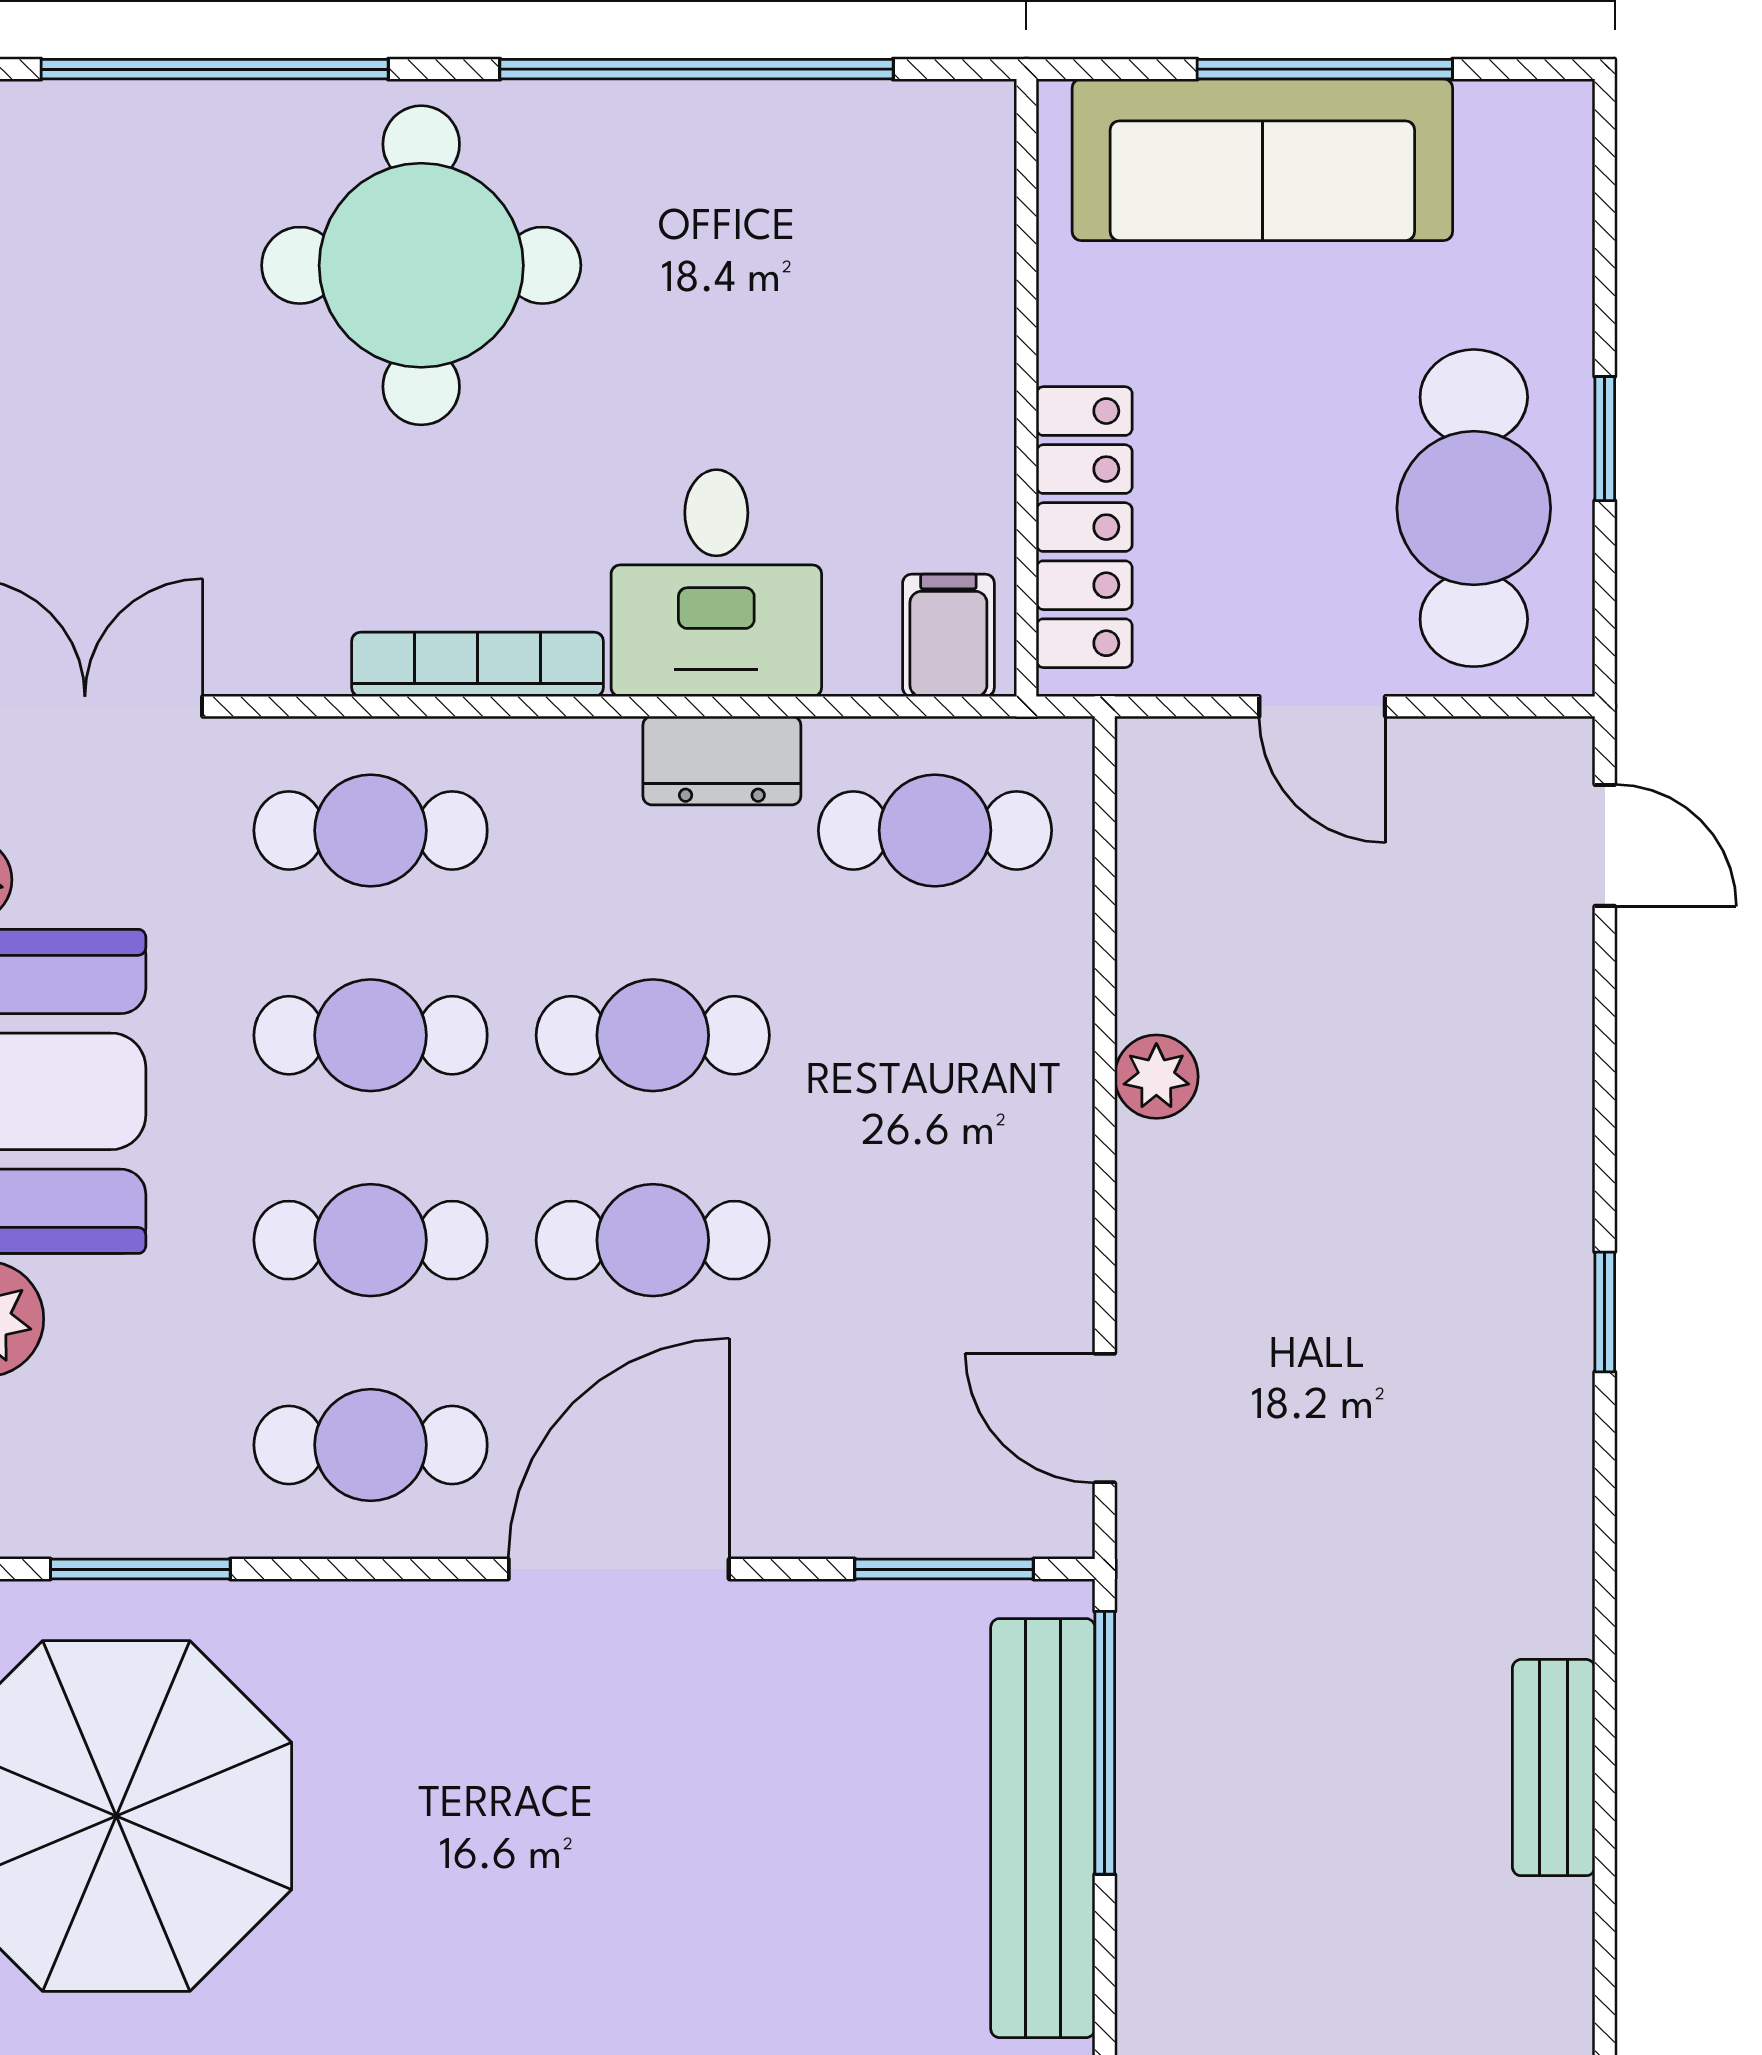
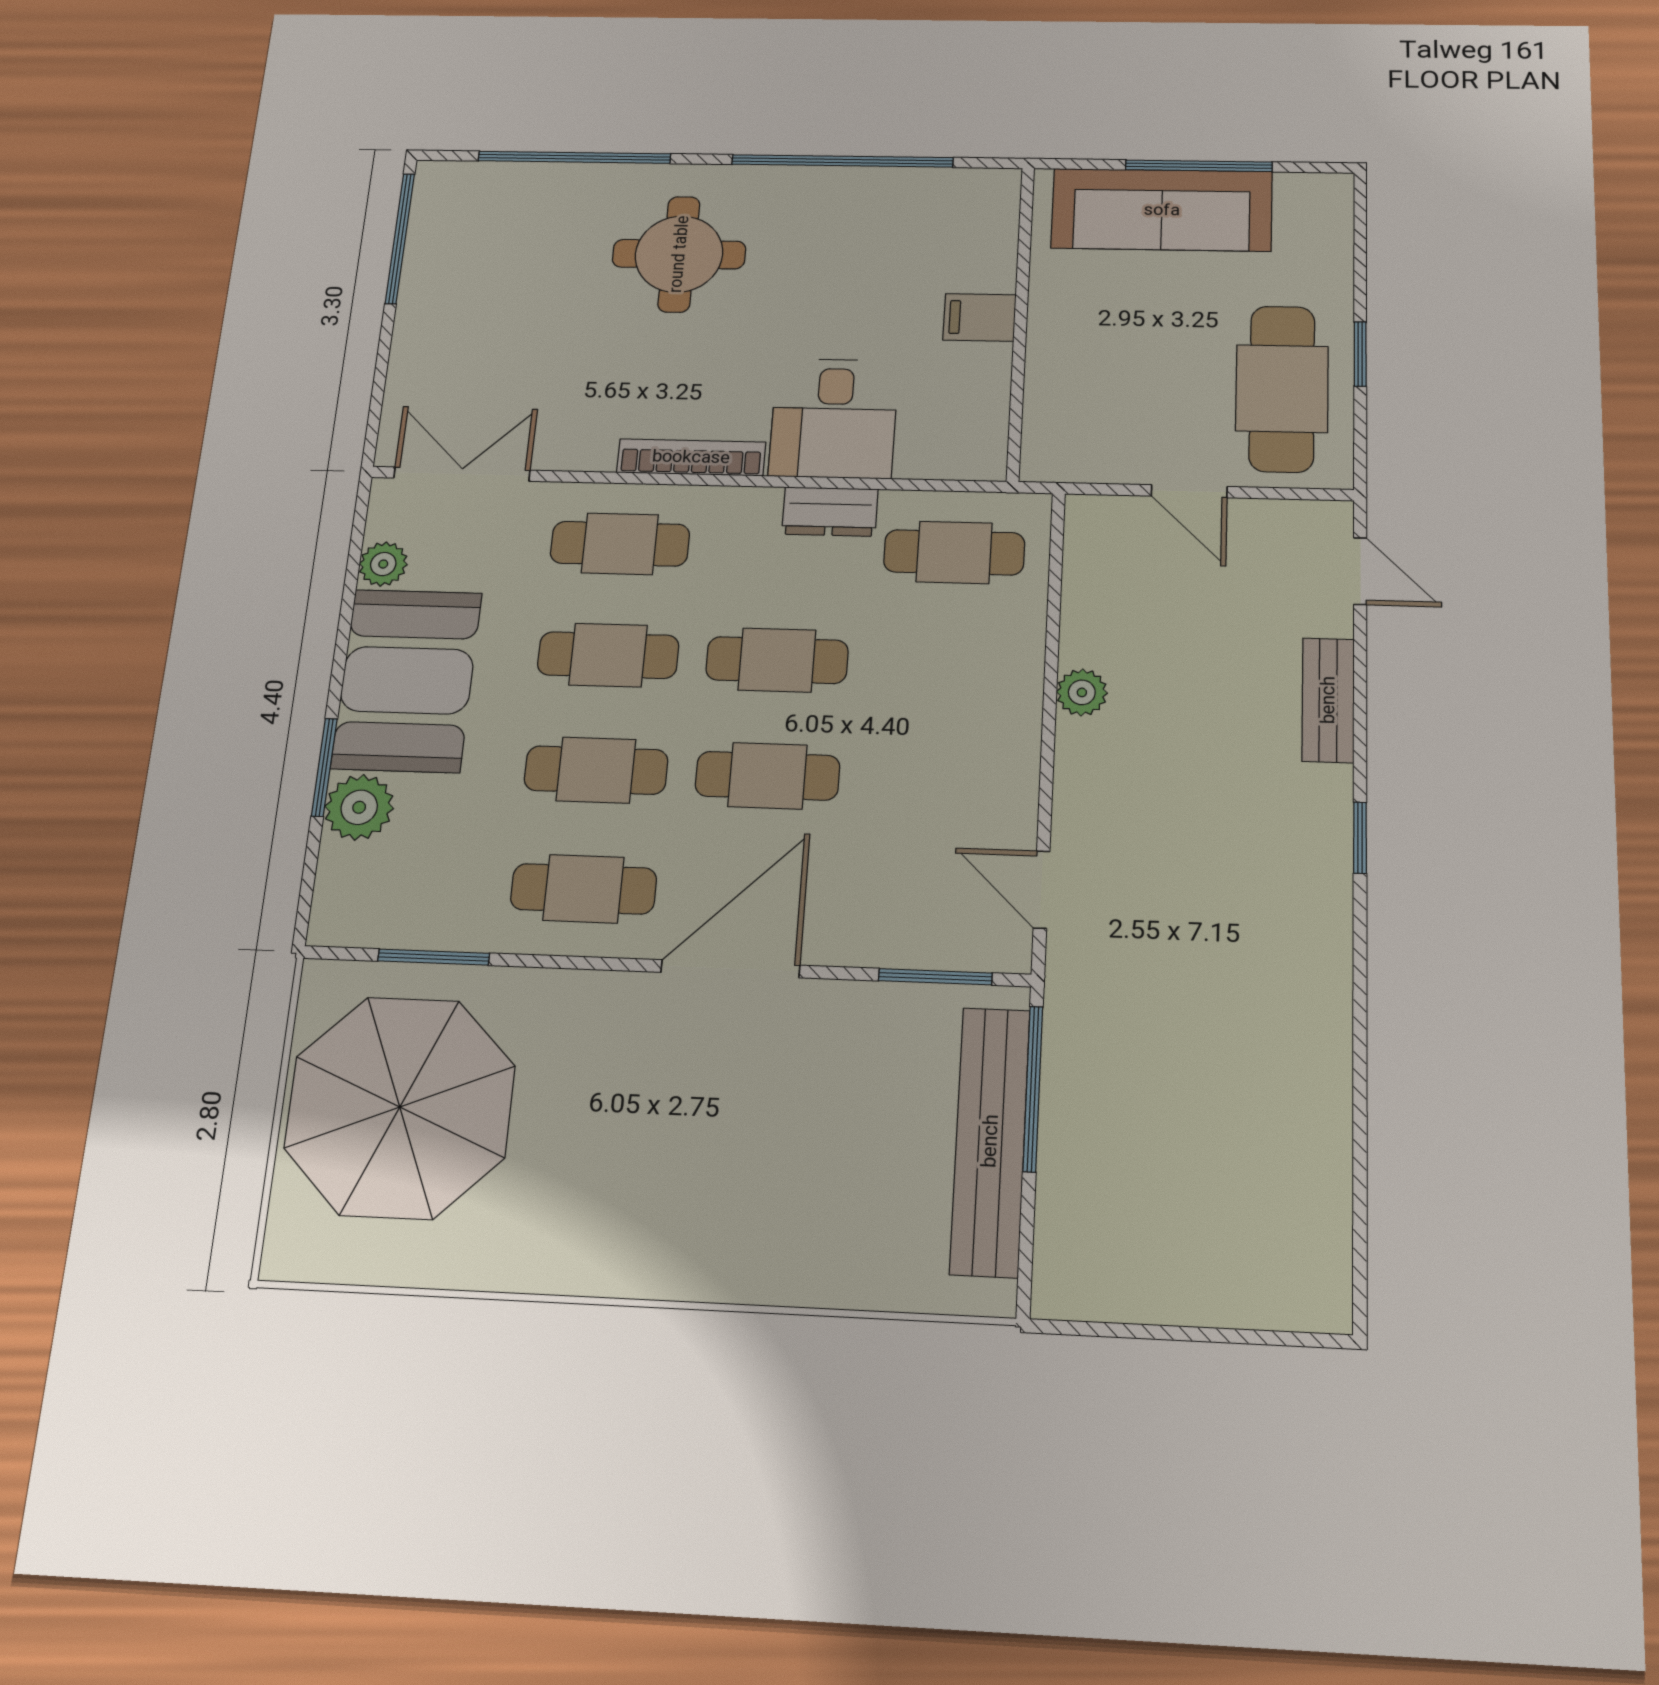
round table: (421, 265) -> (679, 254), width x0.73, depth x0.73
locker: (1084, 527) -> (1051, 394), removed
filing cabinet: (948, 635) -> (980, 317), moved, turned -90
bench: (1554, 1768) -> (1328, 700), moved

